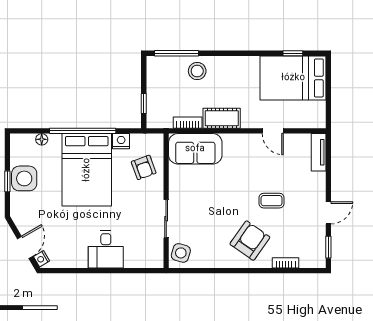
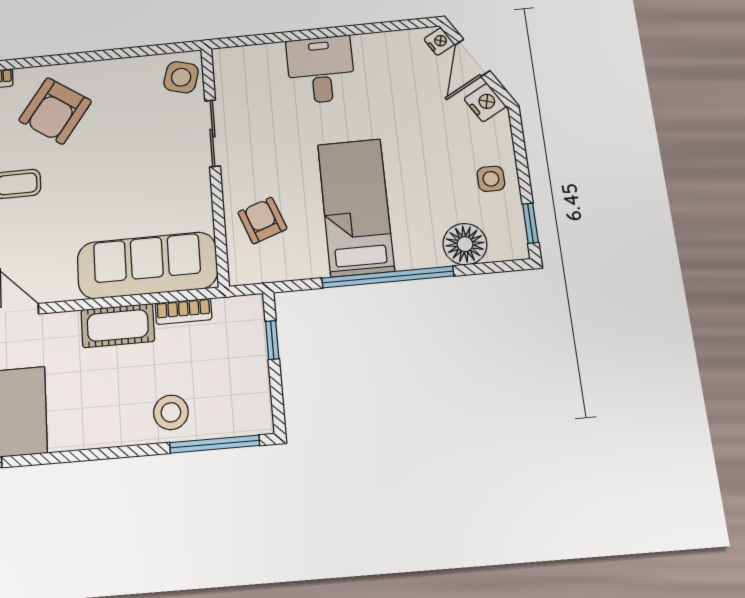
floor lamp: (42, 139) -> (465, 244), width x1.89, depth x1.89
nightstand: (121, 141) -> (485, 103), moved, turned -120
sofa: (195, 149) -> (147, 265), width x1.36
bed: (87, 170) -> (356, 207), width x0.67
side table: (24, 178) -> (491, 179), width x0.54, depth x0.54
window: (7, 181) -> (530, 223), moved

